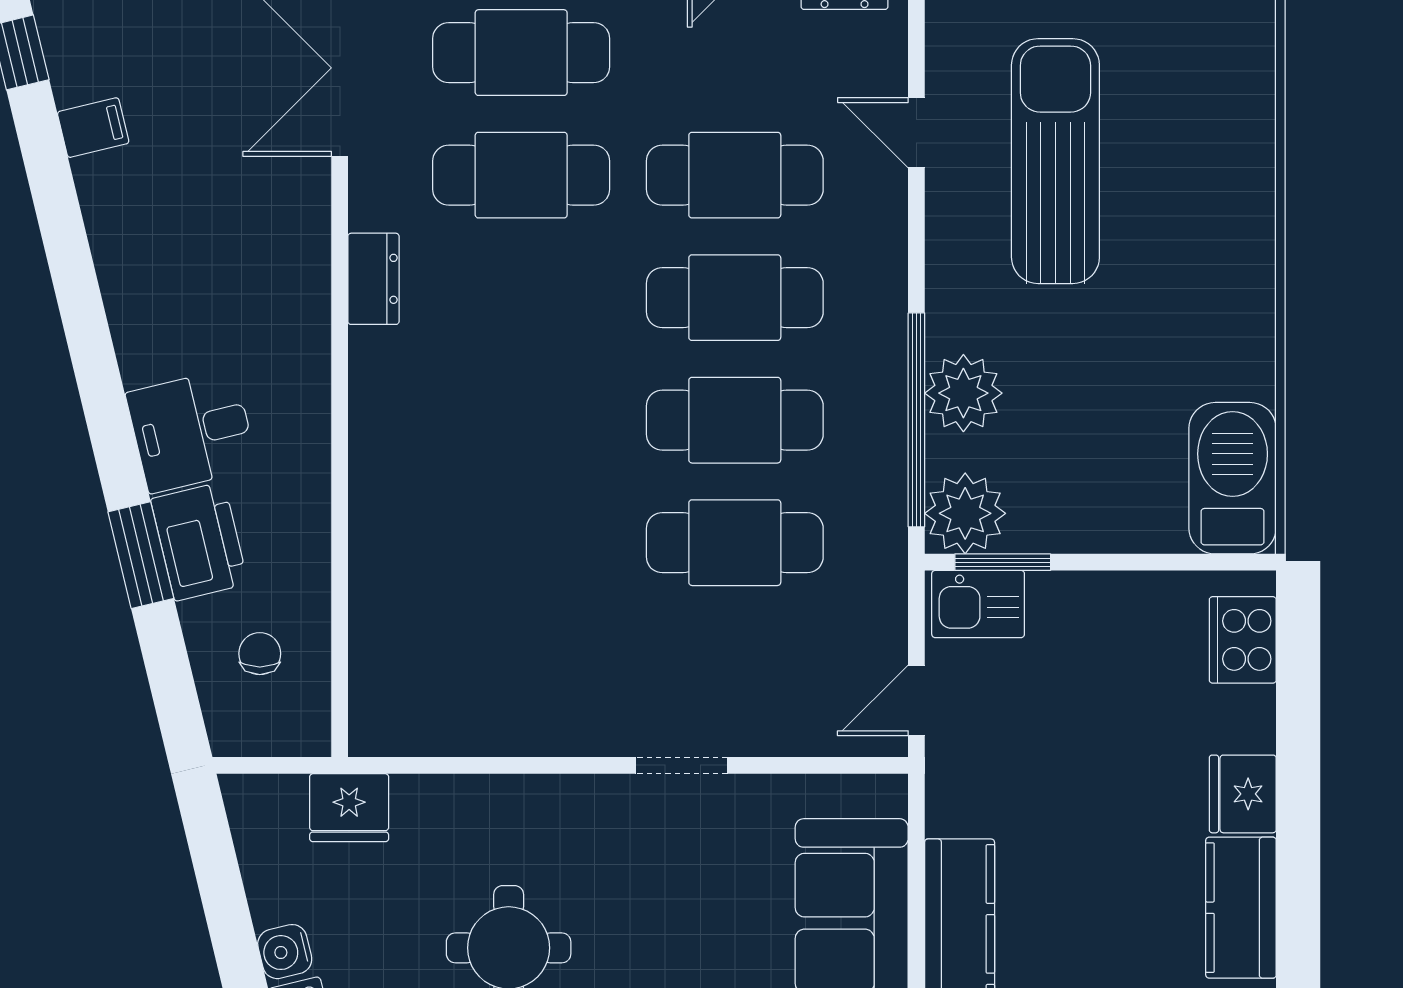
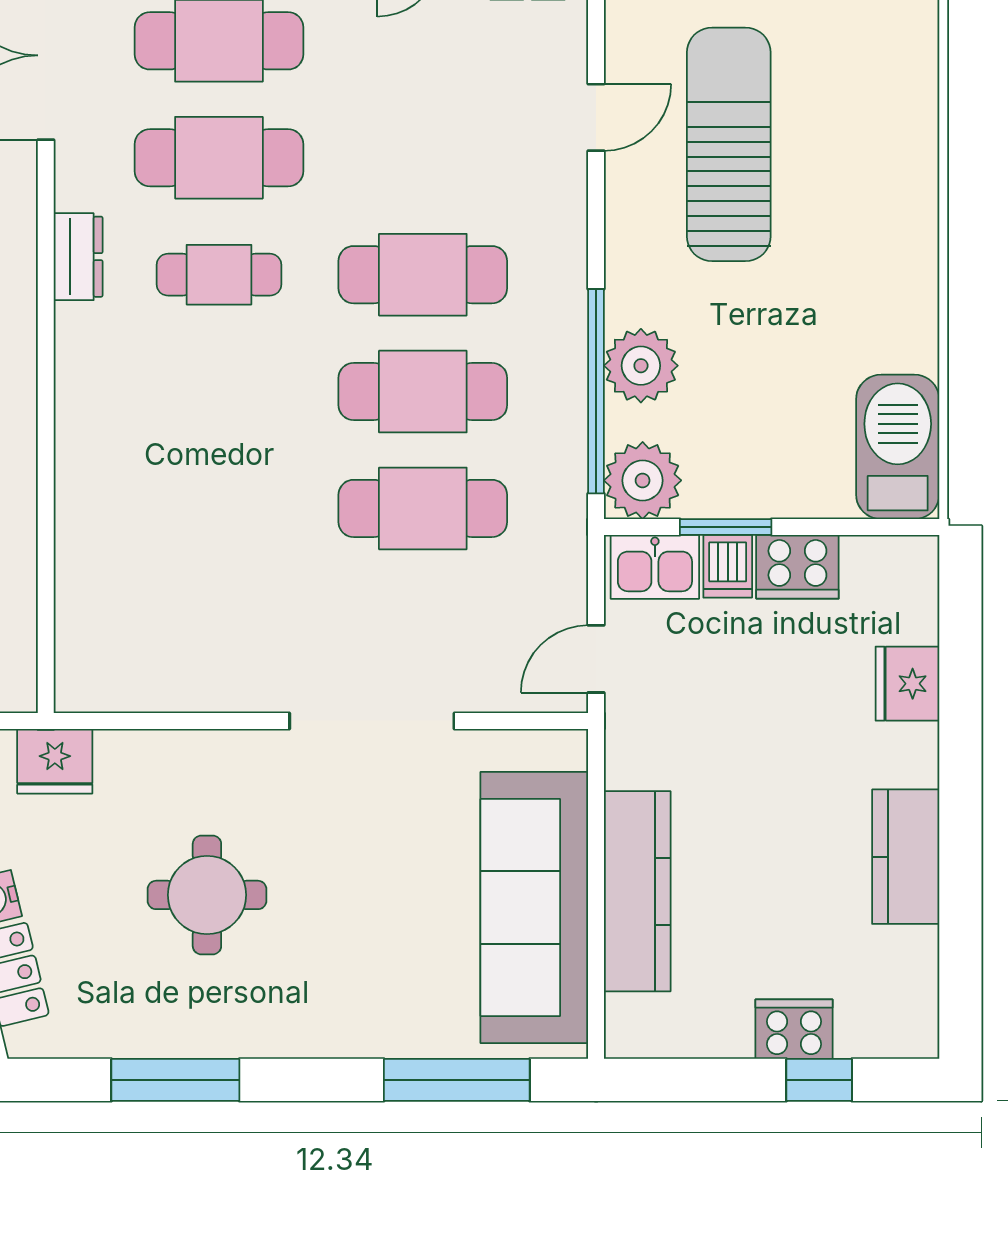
door: (916, 133) -> (596, 117), swing flipped
cafe table: (735, 175) -> (219, 275), moved, width x0.73, depth x0.74
window: (1003, 562) -> (726, 527), moved
dishwasher: (1054, 603) -> (728, 566), added
cooker: (1243, 640) -> (797, 567), moved, turned -90
doorway: (681, 765) -> (372, 721), width x1.88
fridge: (1243, 794) -> (907, 684), moved

